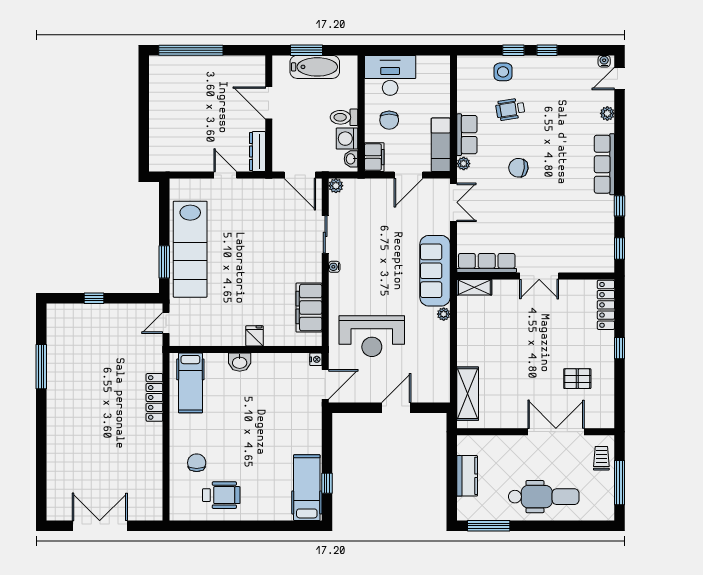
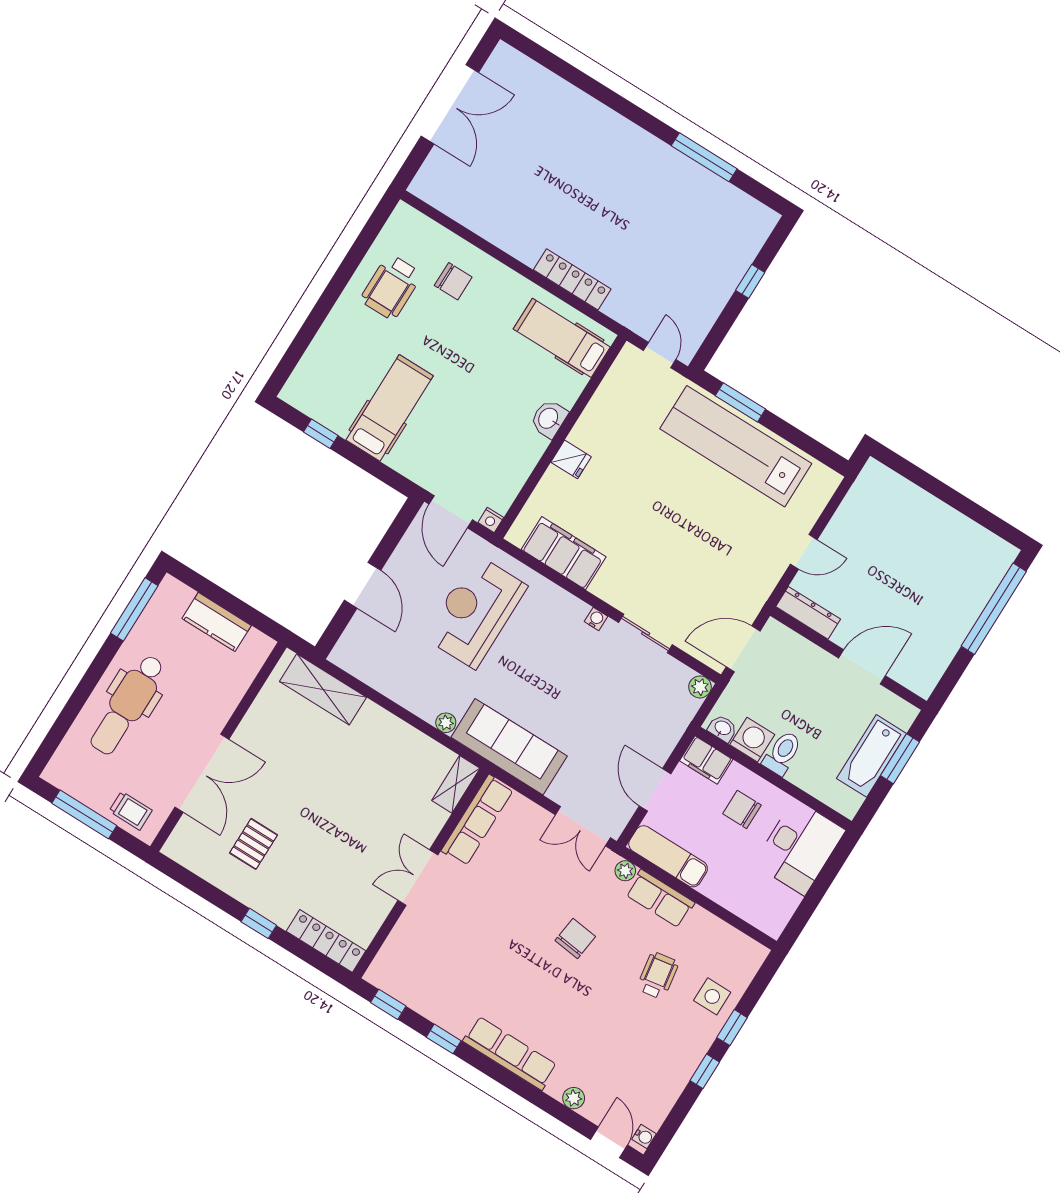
hospital bed: (307, 488) -> (390, 408), moved, turned -90

